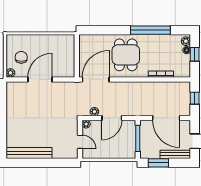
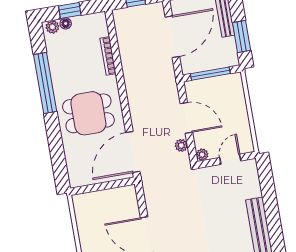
door: (96, 79) -> (133, 152), hinge flipped

